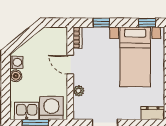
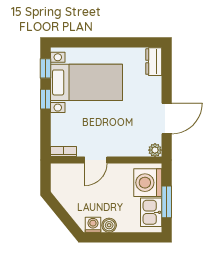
window: (101, 23) -> (46, 99), moved
plant: (79, 91) -> (155, 150), moved

